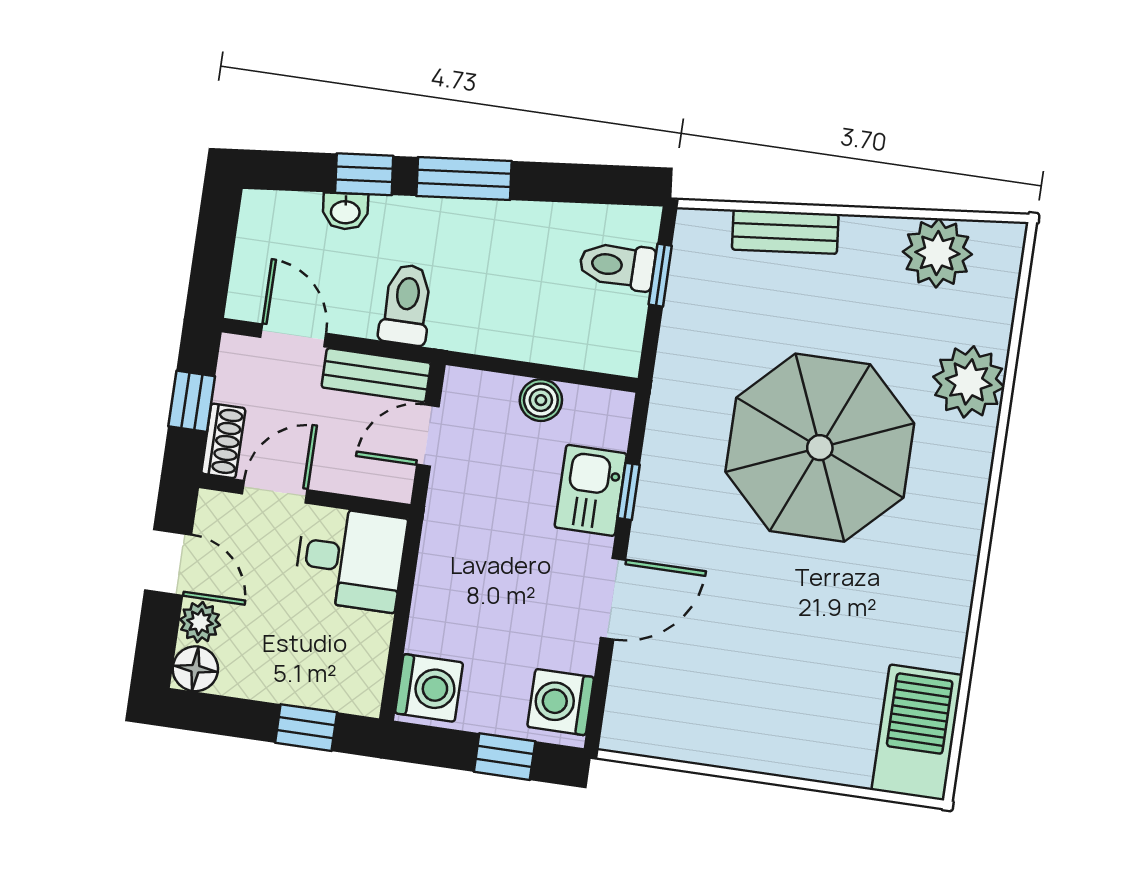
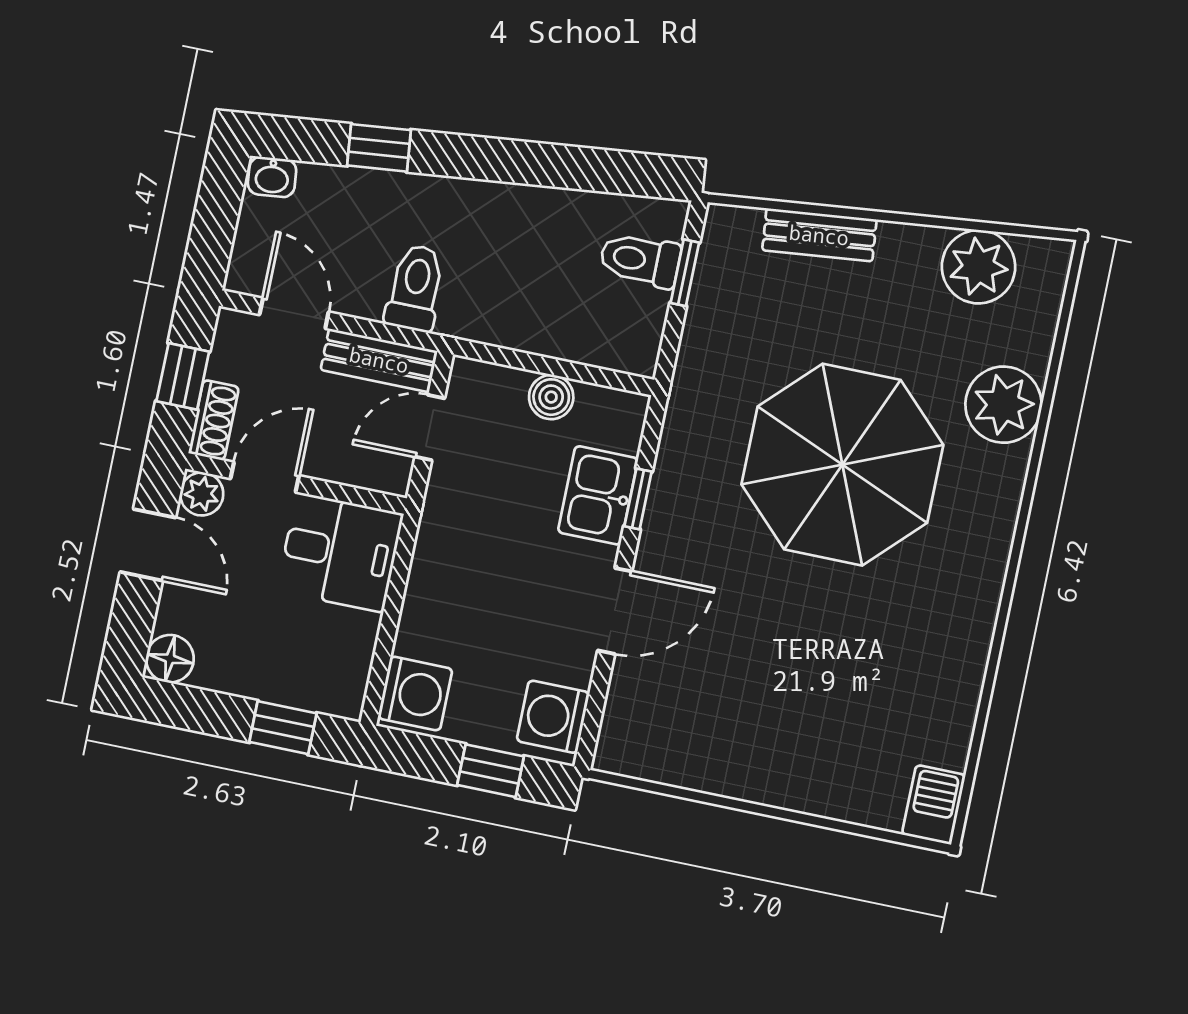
window: (464, 178) -> (484, 159), removed
washbasin: (345, 211) -> (272, 177), moved
plant: (200, 622) -> (202, 494), moved
barbecue: (917, 732) -> (934, 805), width x0.53, depth x0.65

